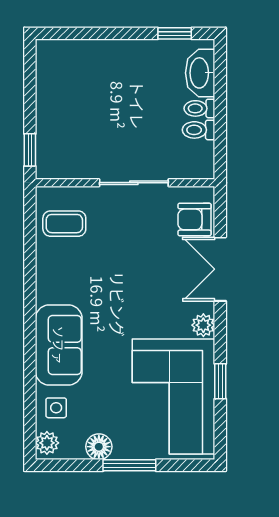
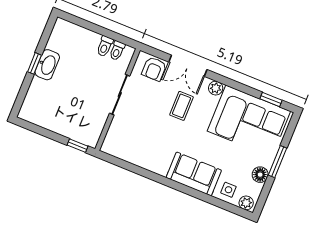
window: (175, 33) -> (35, 63), moved
washbasin: (200, 73) -> (47, 65), moved, turned -90
toilet: (199, 108) -> (117, 51), moved
coffee table: (64, 224) -> (181, 106), moved
window: (220, 381) -> (271, 99), moved

